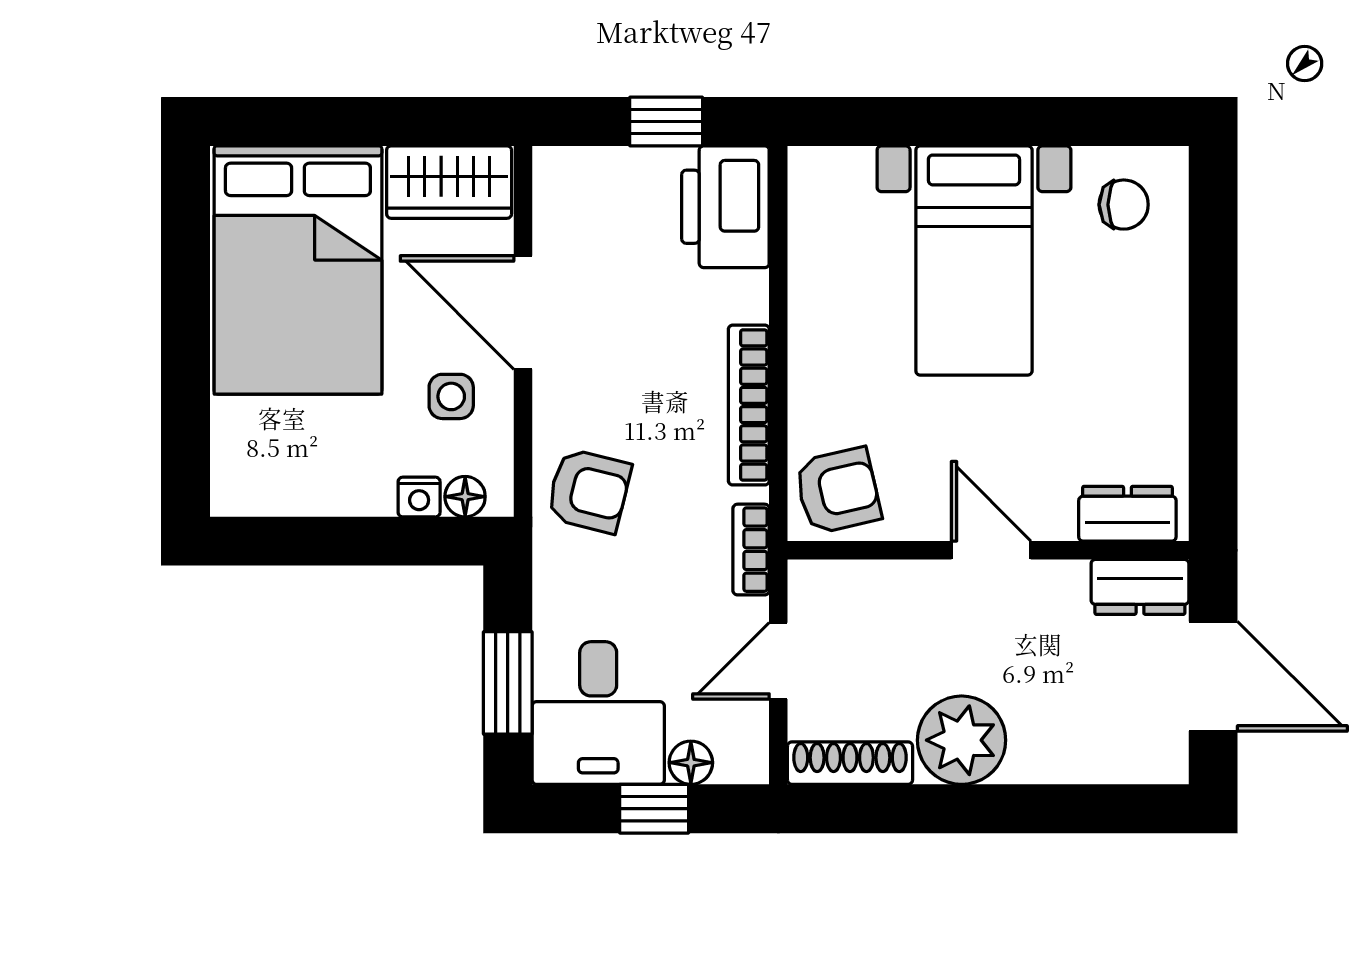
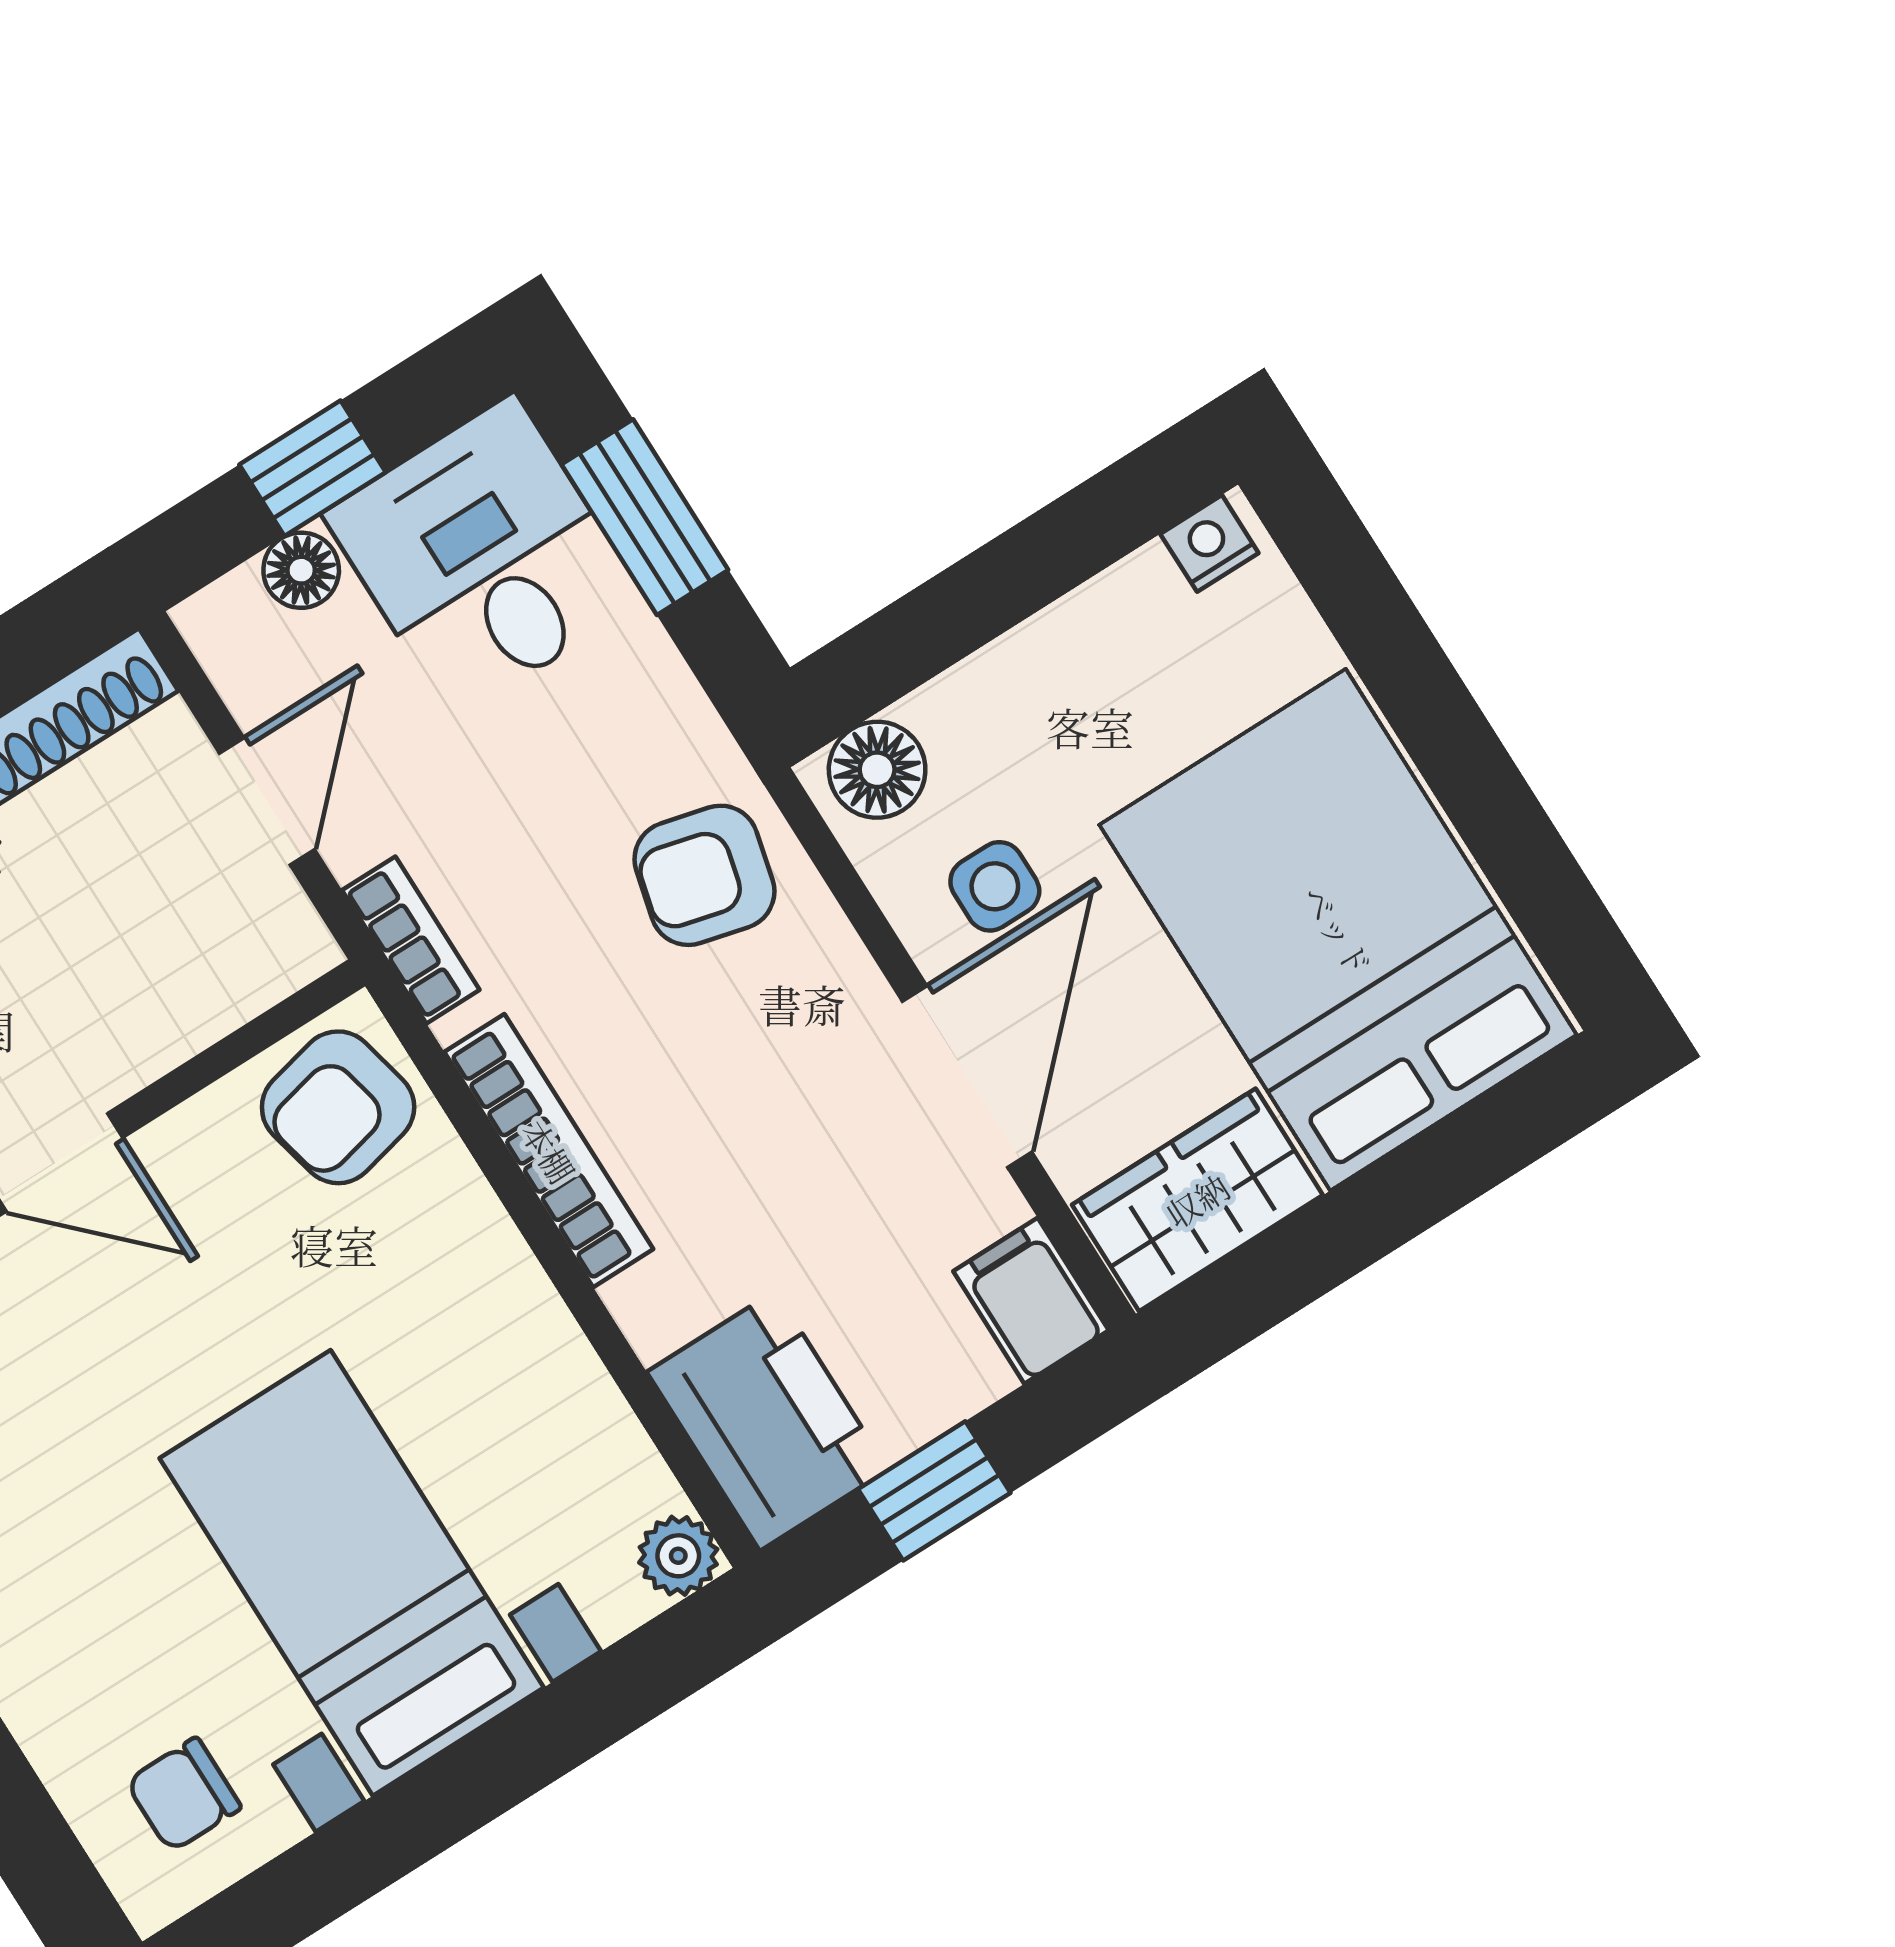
plant: (810, 169) -> (678, 1556), added
filing cabinet: (561, 184) -> (1031, 1301), added
door: (523, 313) -> (967, 1077), hinge flipped
nightstand: (419, 497) -> (1209, 543), moved
floor lamp: (465, 497) -> (877, 770), width x1.37, depth x1.37

